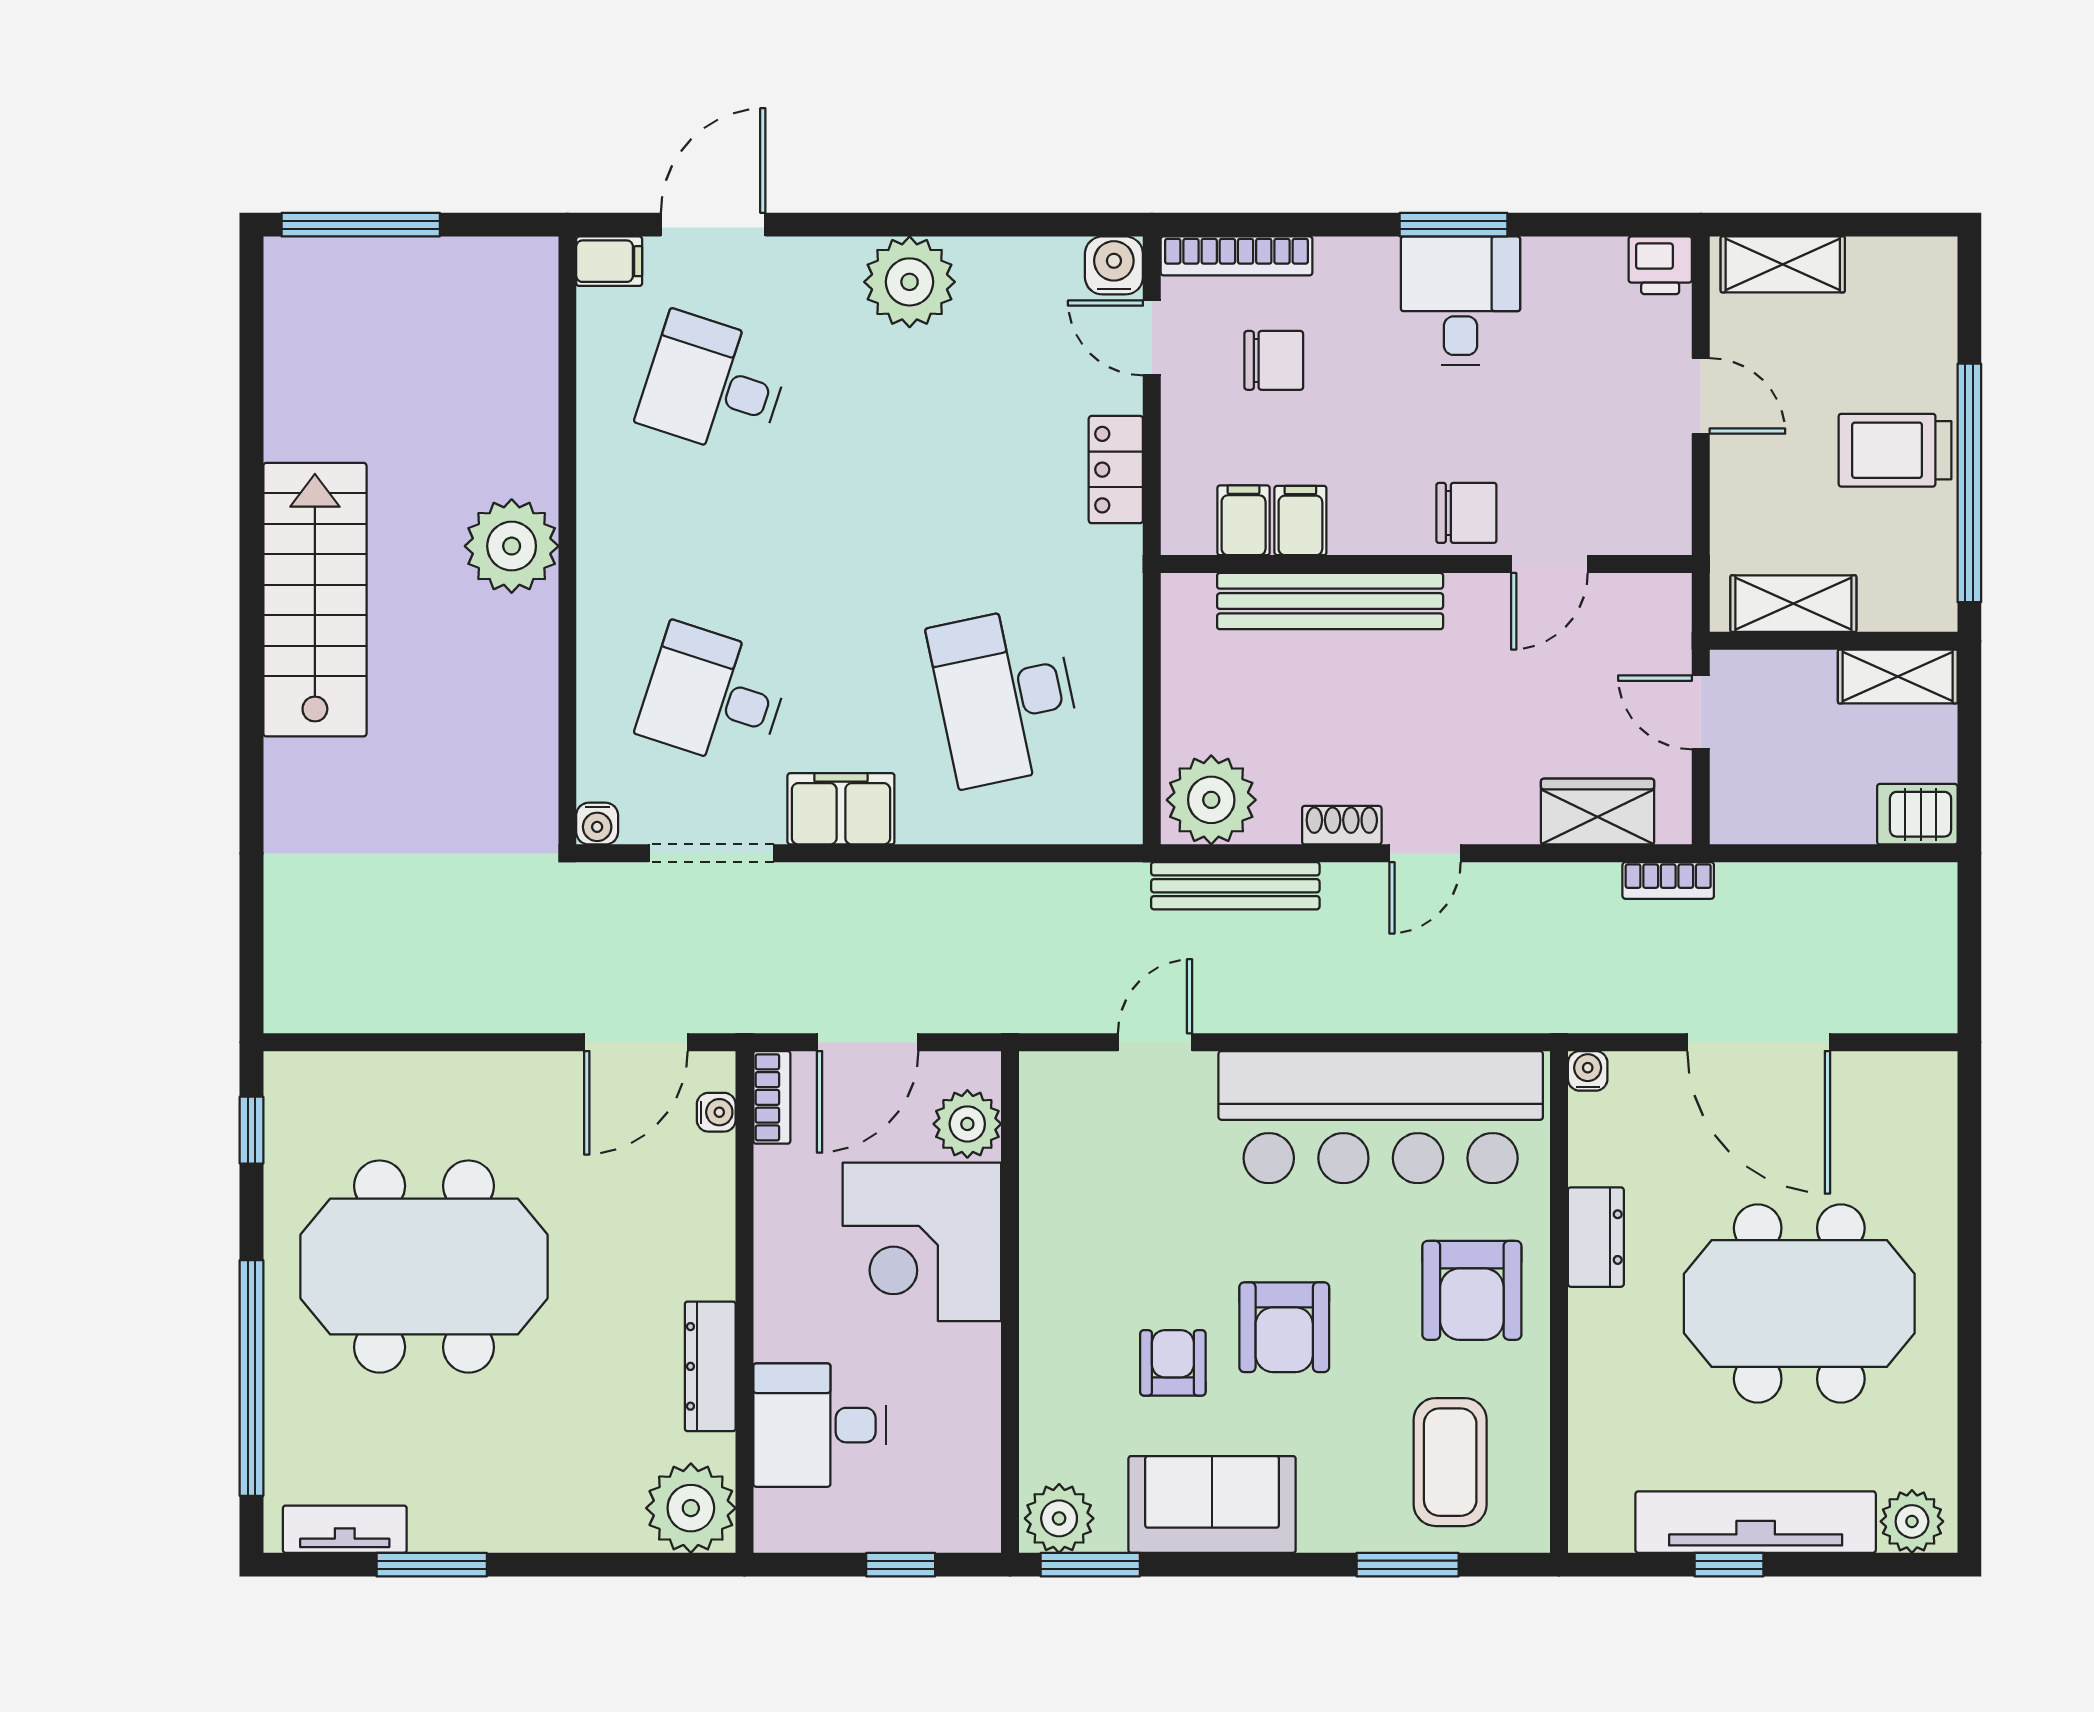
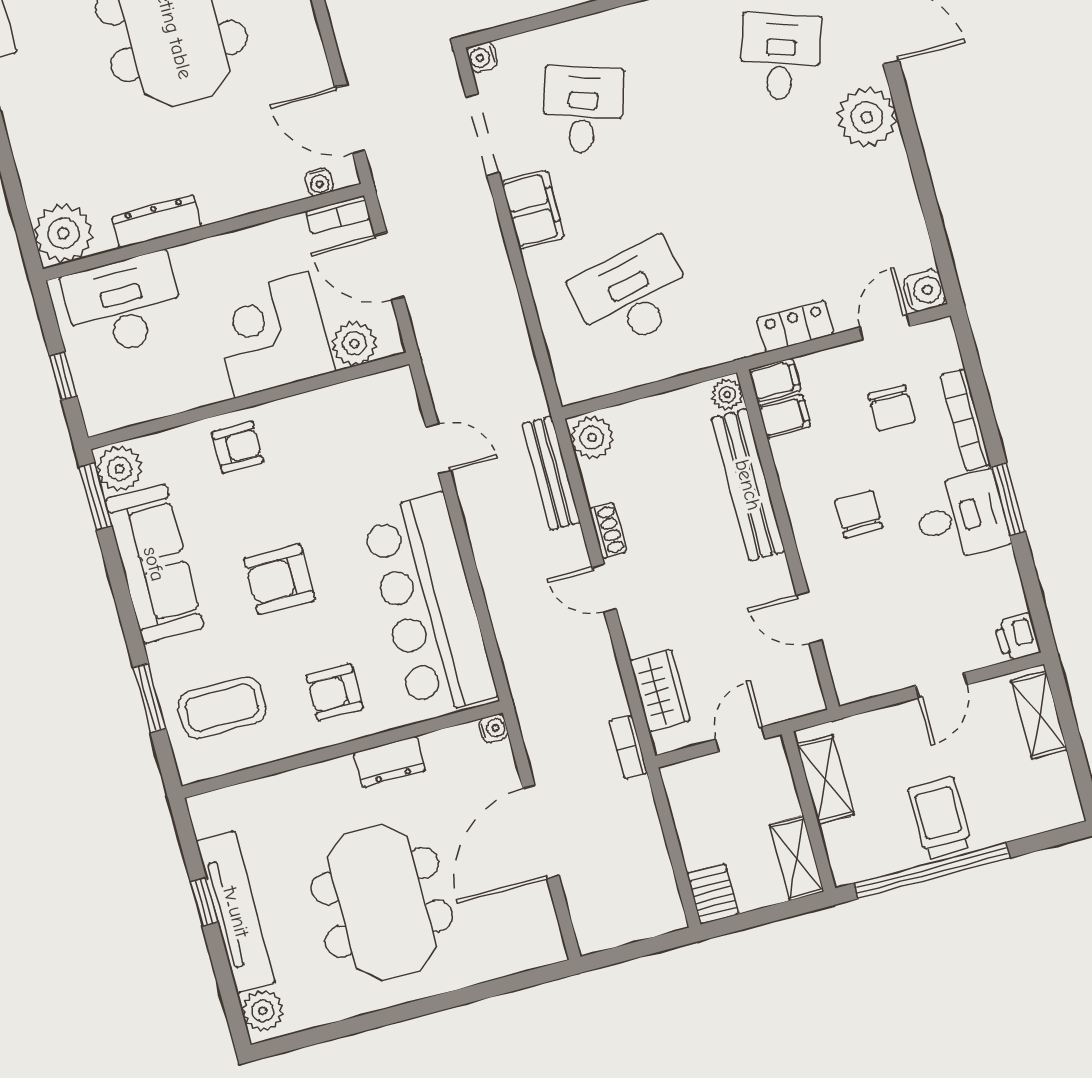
bookcase: (1236, 256) -> (966, 420), moved
plant: (910, 282) -> (867, 117), moved
chair: (1466, 513) -> (859, 514), moved, turned 180
filing cabinet: (1300, 521) -> (775, 380), moved
plant: (1189, 596) -> (727, 394), added
plant: (1211, 800) -> (592, 438), width x0.73, depth x0.73
armchair: (1472, 1290) -> (335, 692), width x0.72, depth x0.72
armchair: (1173, 1363) -> (237, 447), moved
desk: (820, 1425) -> (123, 305), width x1.37
sofa: (1212, 1504) -> (154, 564), width x1.36

